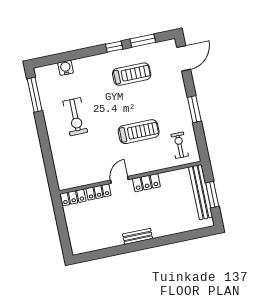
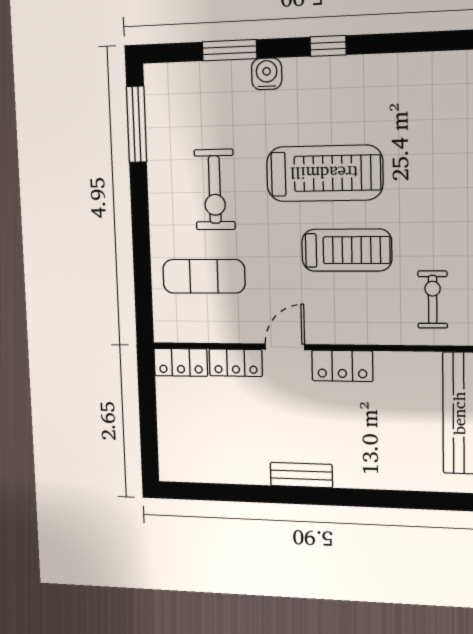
window: (143, 41) -> (230, 50), moved
water cooler: (66, 68) -> (267, 74), moved
treadmill: (132, 74) -> (324, 173), moved, width x1.37, depth x1.38
exercise mat: (77, 156) -> (204, 276), added

